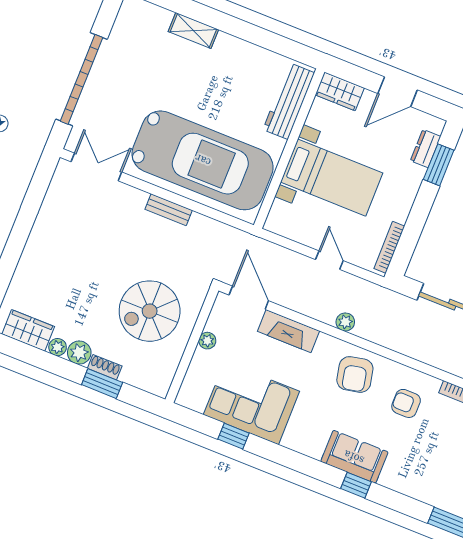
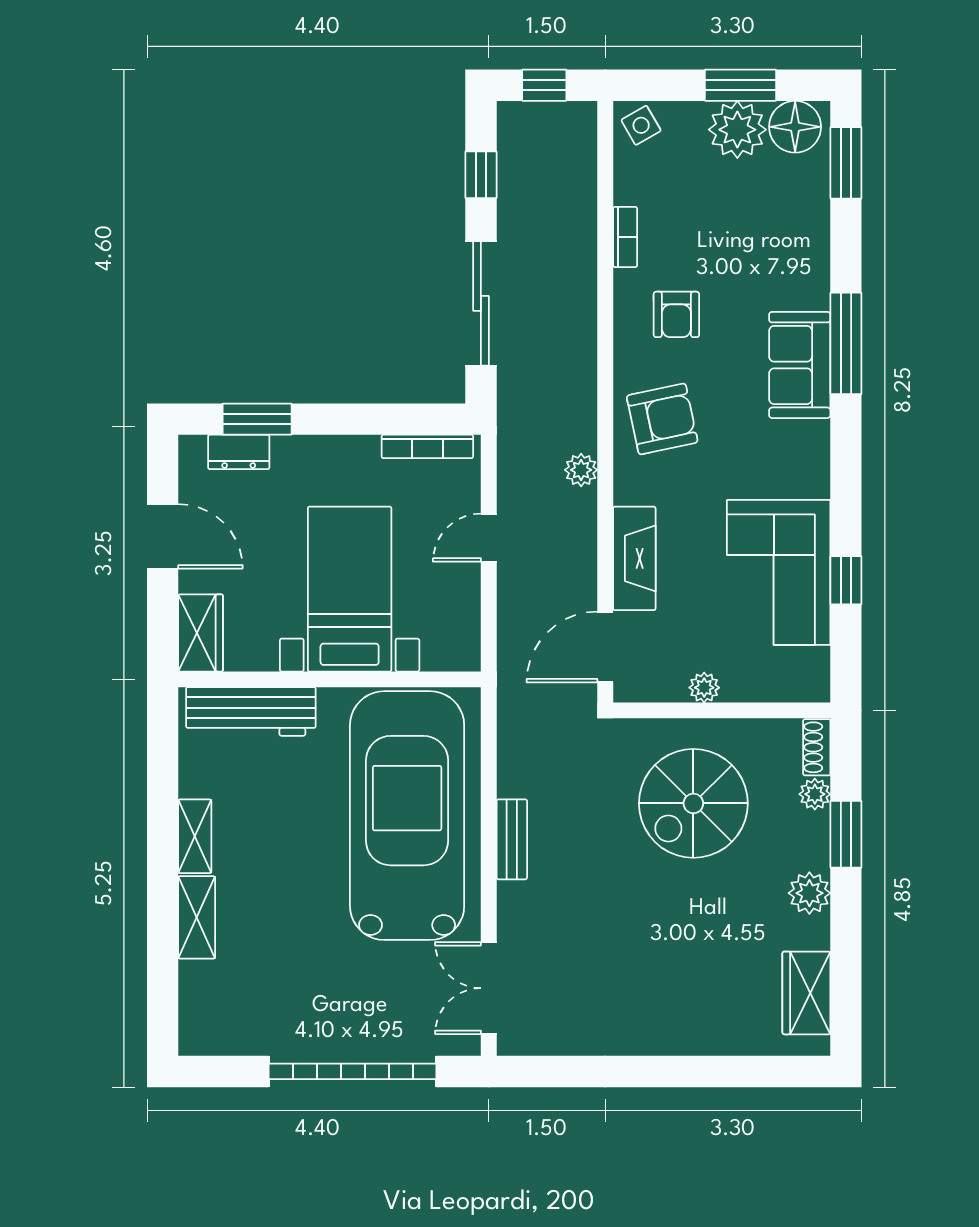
shelving: (236, 46) -> (195, 836), added
spiral stairs: (150, 311) -> (693, 803), turned 90
plant: (58, 347) -> (815, 794), moved
shoe rack: (105, 367) -> (817, 747), moved
window: (356, 485) -> (846, 343), width x2.17

